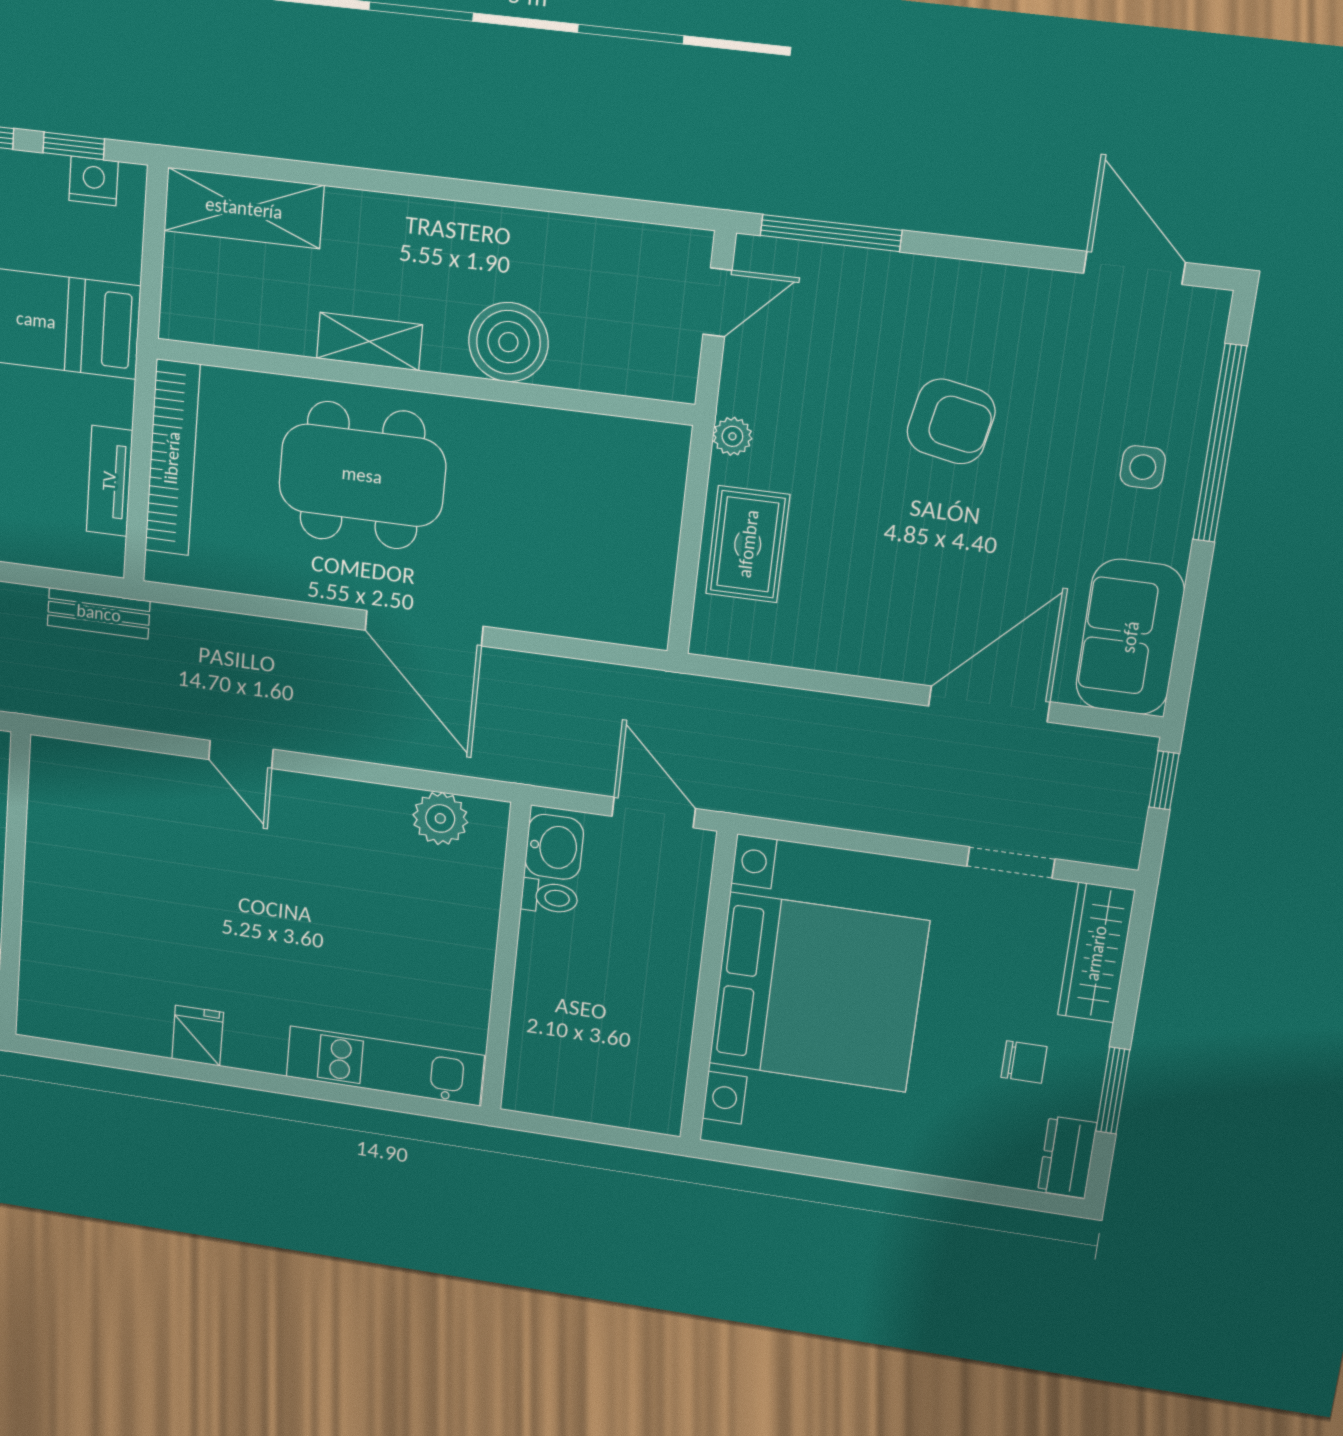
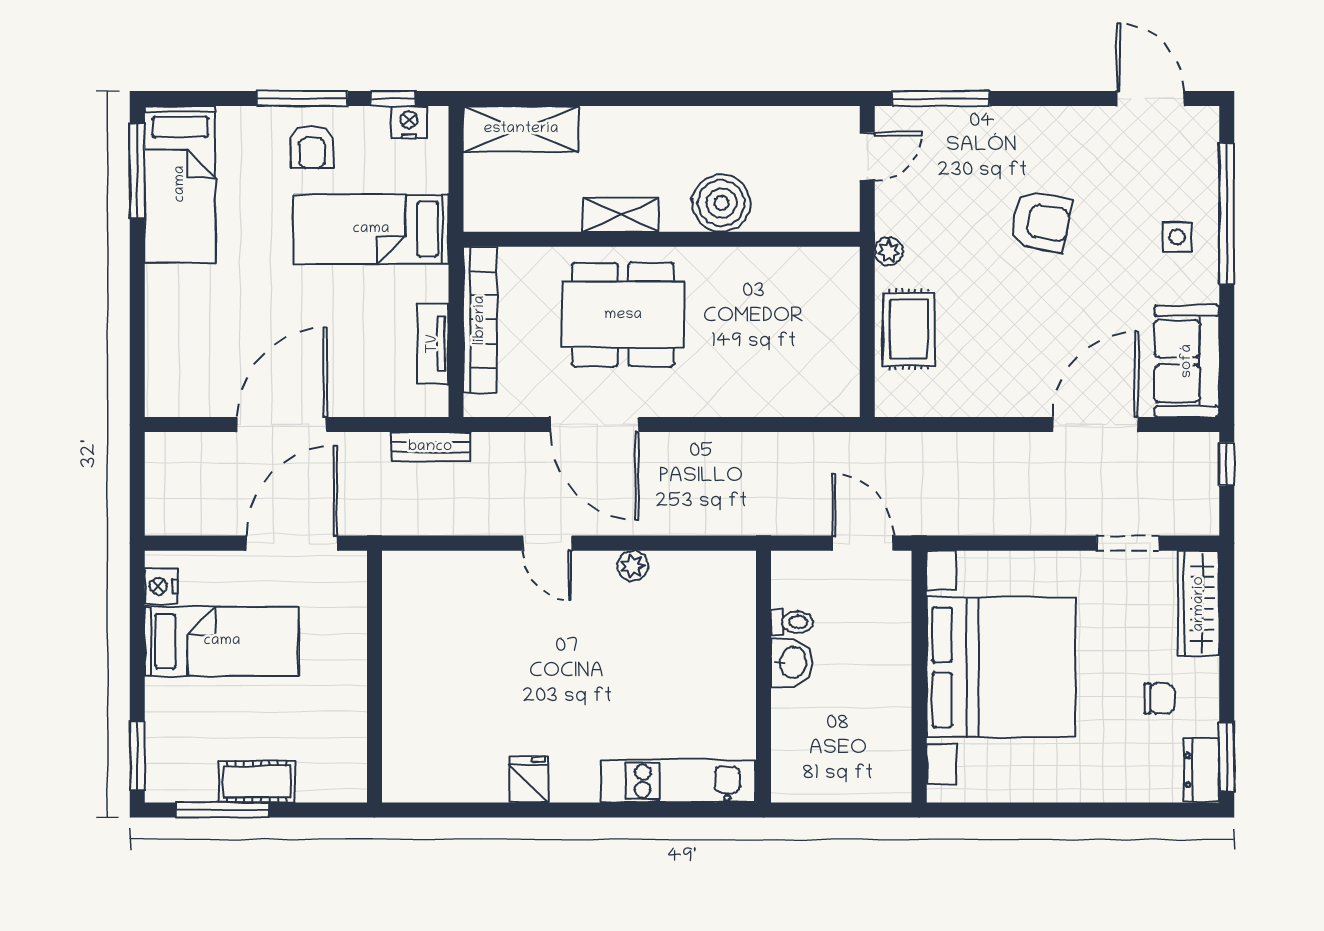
door: (424, 628) -> (595, 425), moved
plant: (440, 818) -> (633, 566), moved, width x0.73, depth x0.73
washbasin: (554, 847) -> (792, 663), moved
window: (1113, 1091) -> (1227, 757), moved

